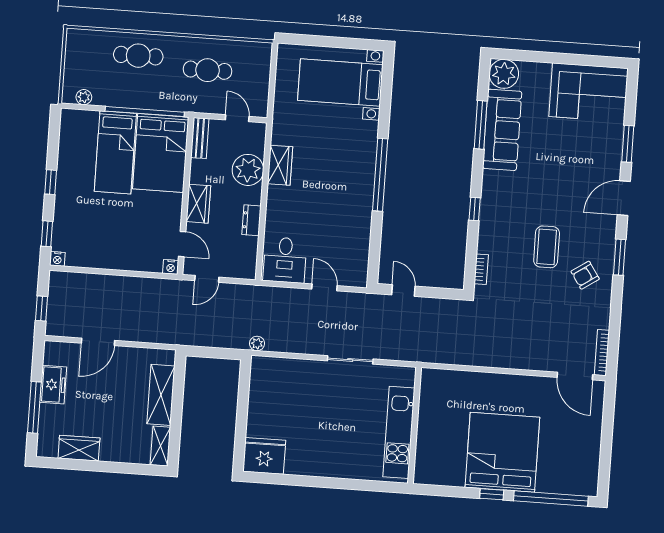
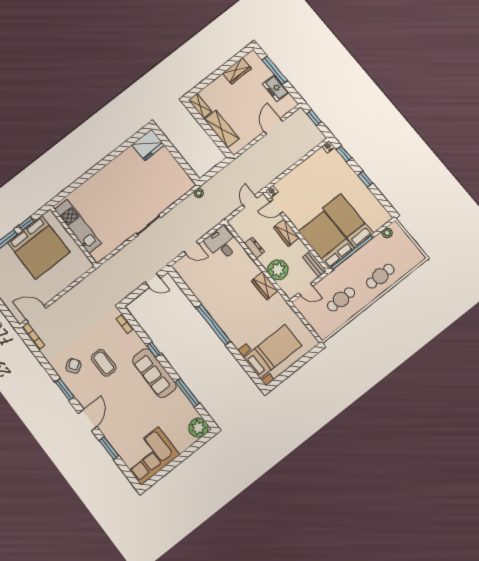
sofa: (502, 130) -> (154, 373), moved
wall: (415, 425) -> (73, 236), moved
kitchen unit: (399, 432) -> (78, 226), moved

